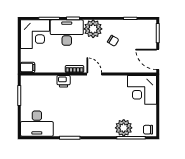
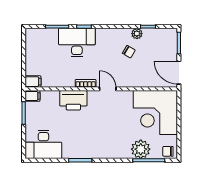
plant: (93, 29) -> (137, 34), moved, width x0.53, depth x0.53
corner desk: (35, 34) -> (41, 44), removed
filing cabinet: (27, 80) -> (33, 96), added
printer: (64, 81) -> (73, 100), width x1.87, depth x1.48
corner desk: (142, 90) -> (155, 113), width x1.36, depth x1.36

